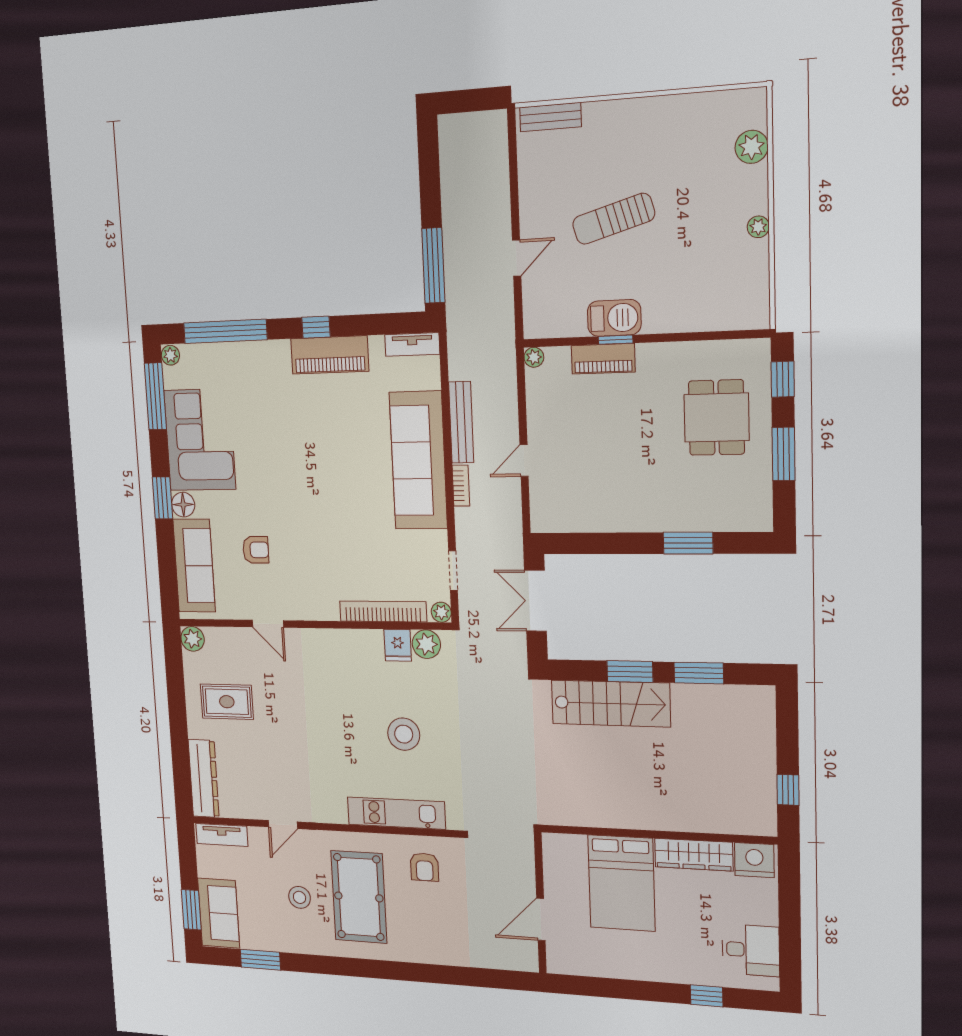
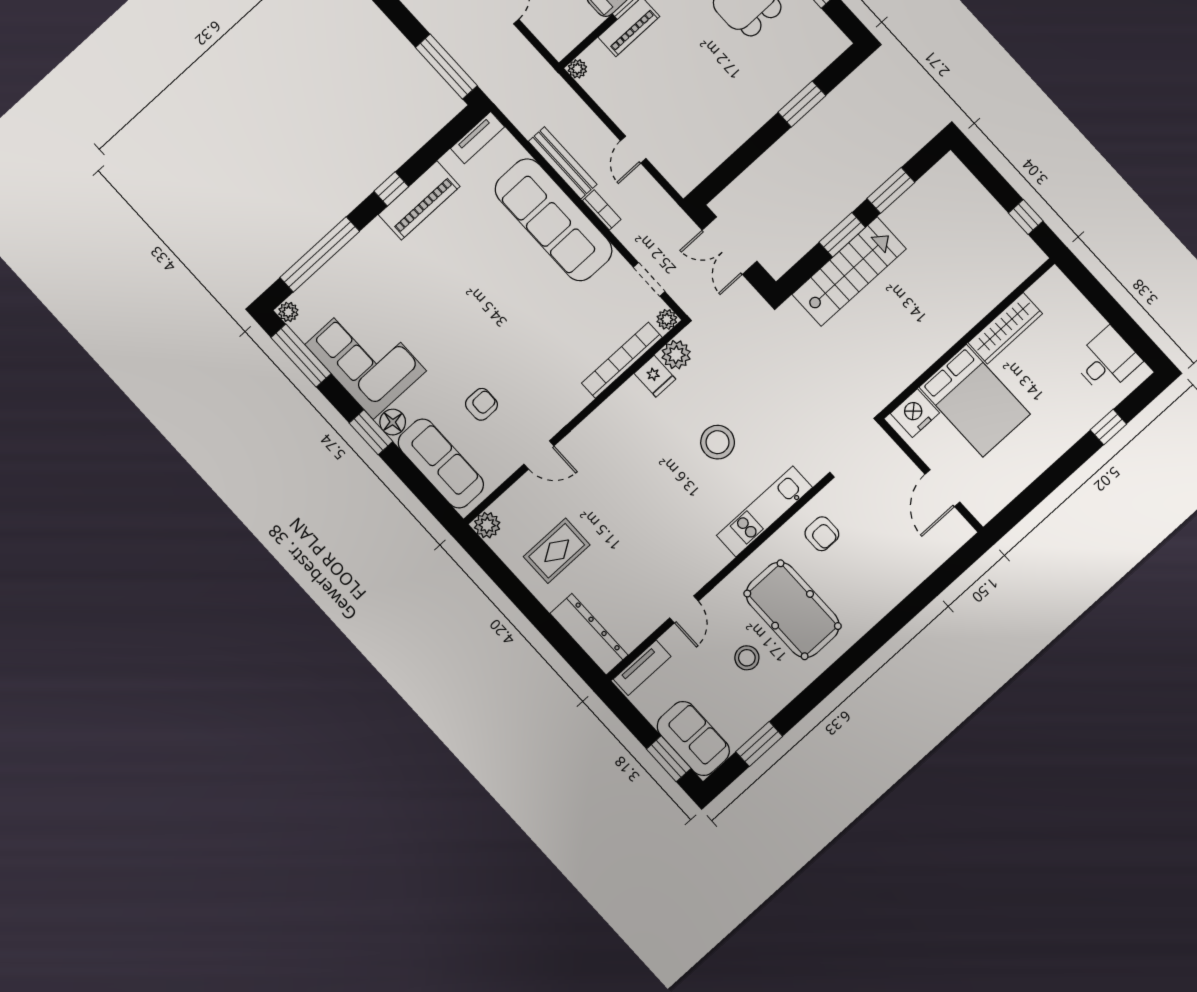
nightstand: (754, 860) -> (915, 413), moved

